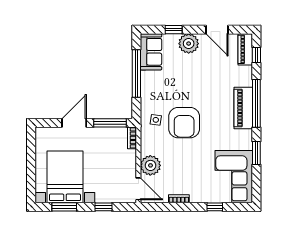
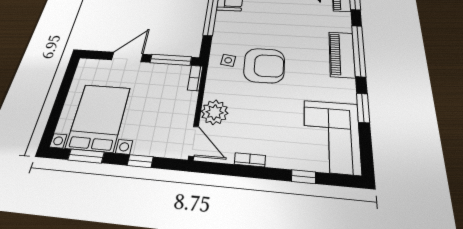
armchair: (184, 123) -> (264, 66), turned -90

